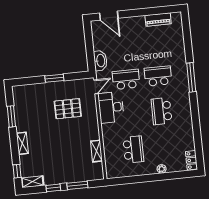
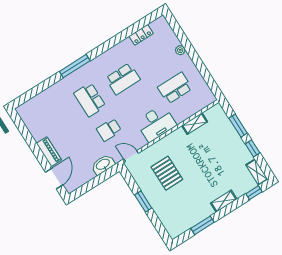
piano: (158, 20) -> (49, 152), moved
school desk: (126, 79) -> (109, 130), width x0.54
desk: (111, 107) -> (156, 123), moved
locker: (191, 160) -> (141, 35), moved

